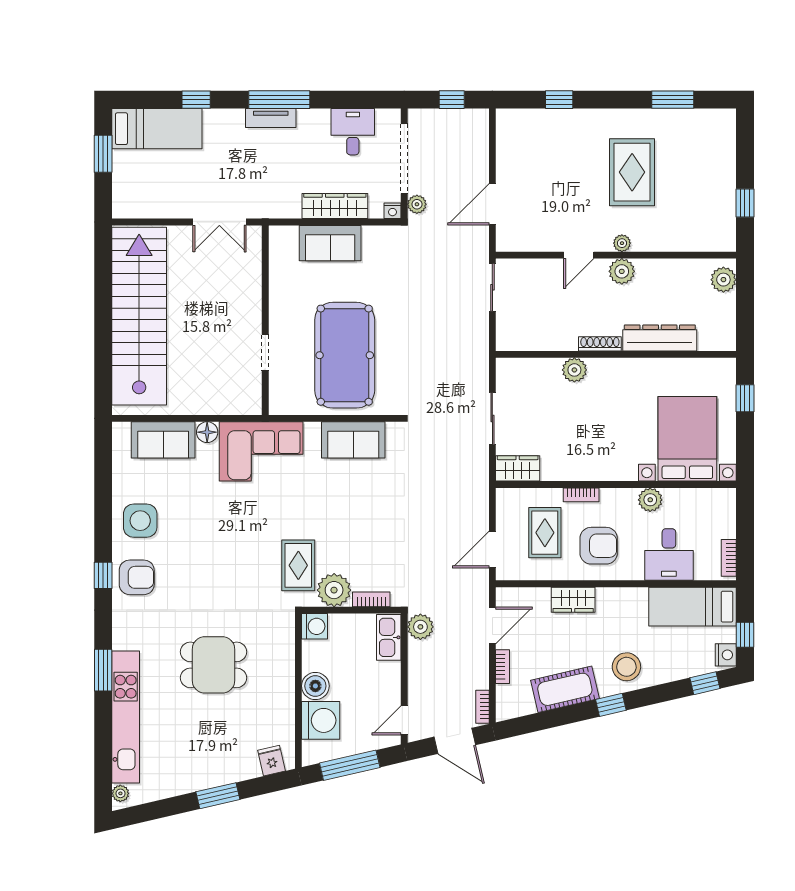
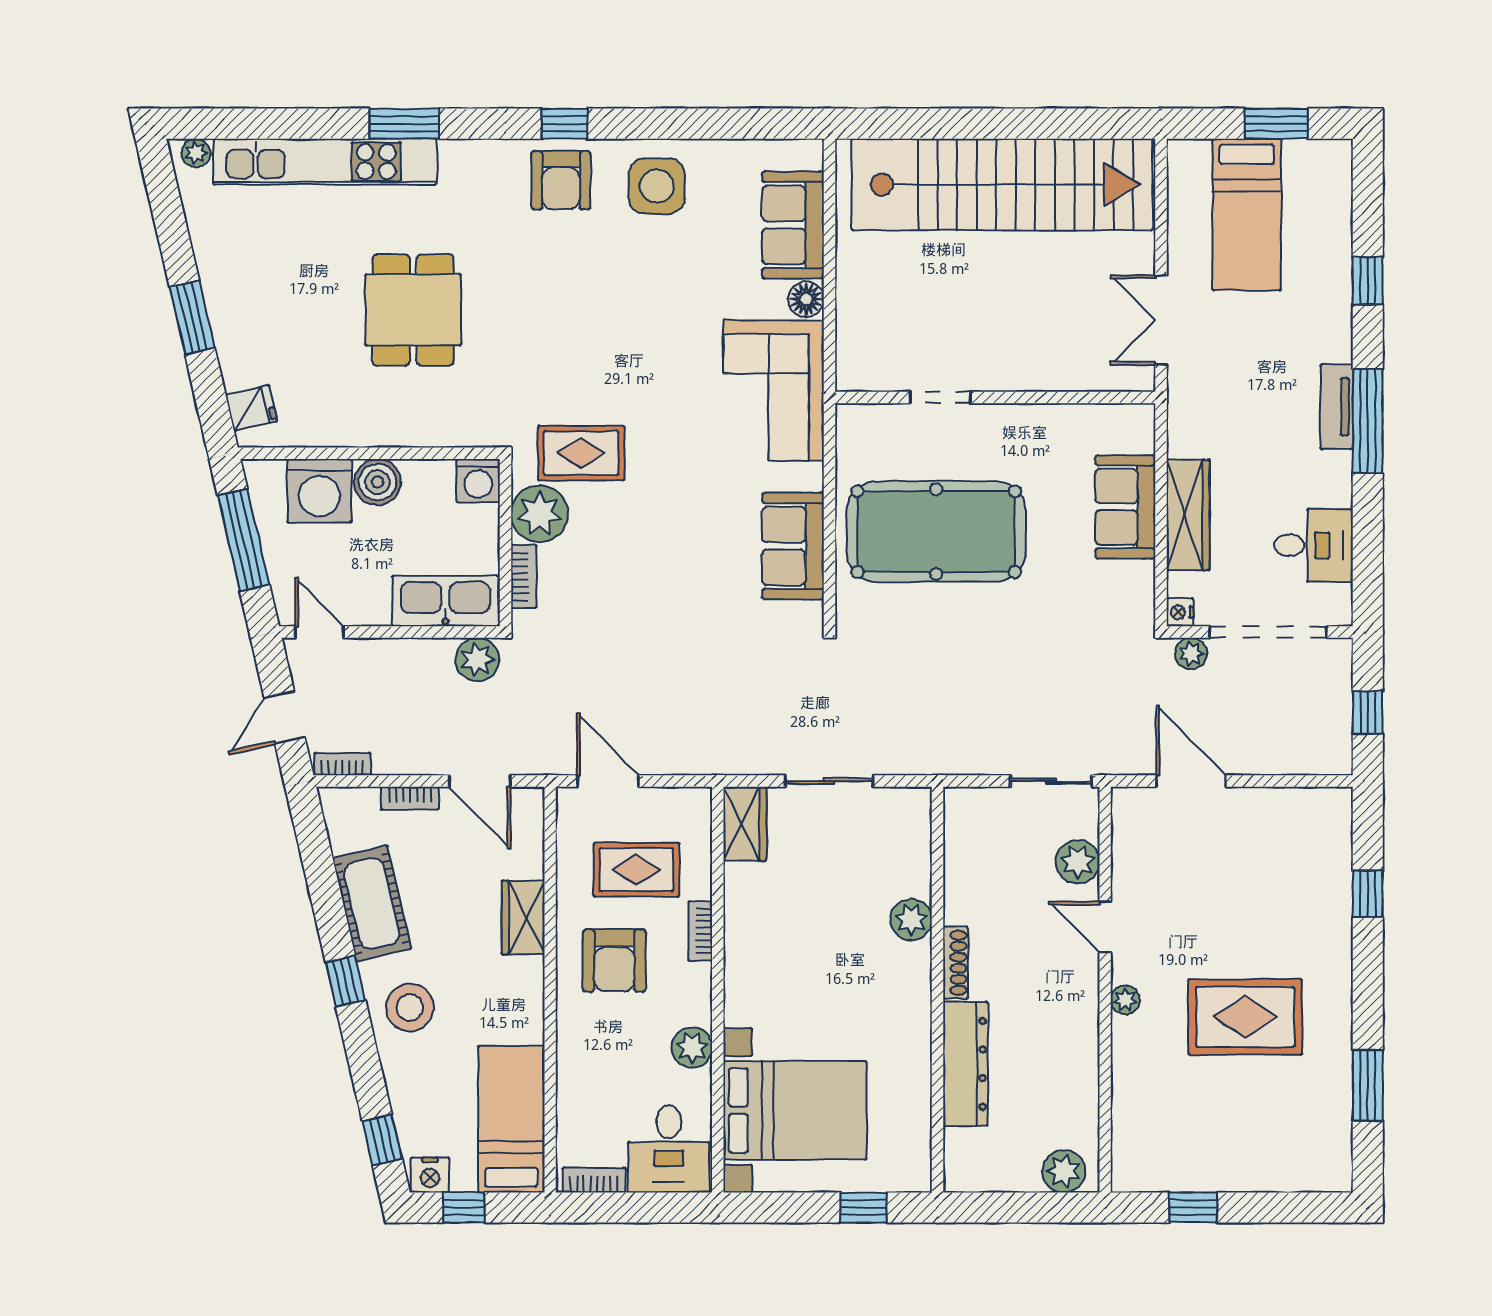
bed: (157, 129) -> (1247, 215), moved
plant: (622, 271) -> (1078, 862), moved
desk: (669, 554) -> (669, 1149), moved, turned -90
kitchen sink: (389, 637) -> (445, 601), width x1.36, depth x1.24
door: (455, 741) -> (285, 718), width x0.73

